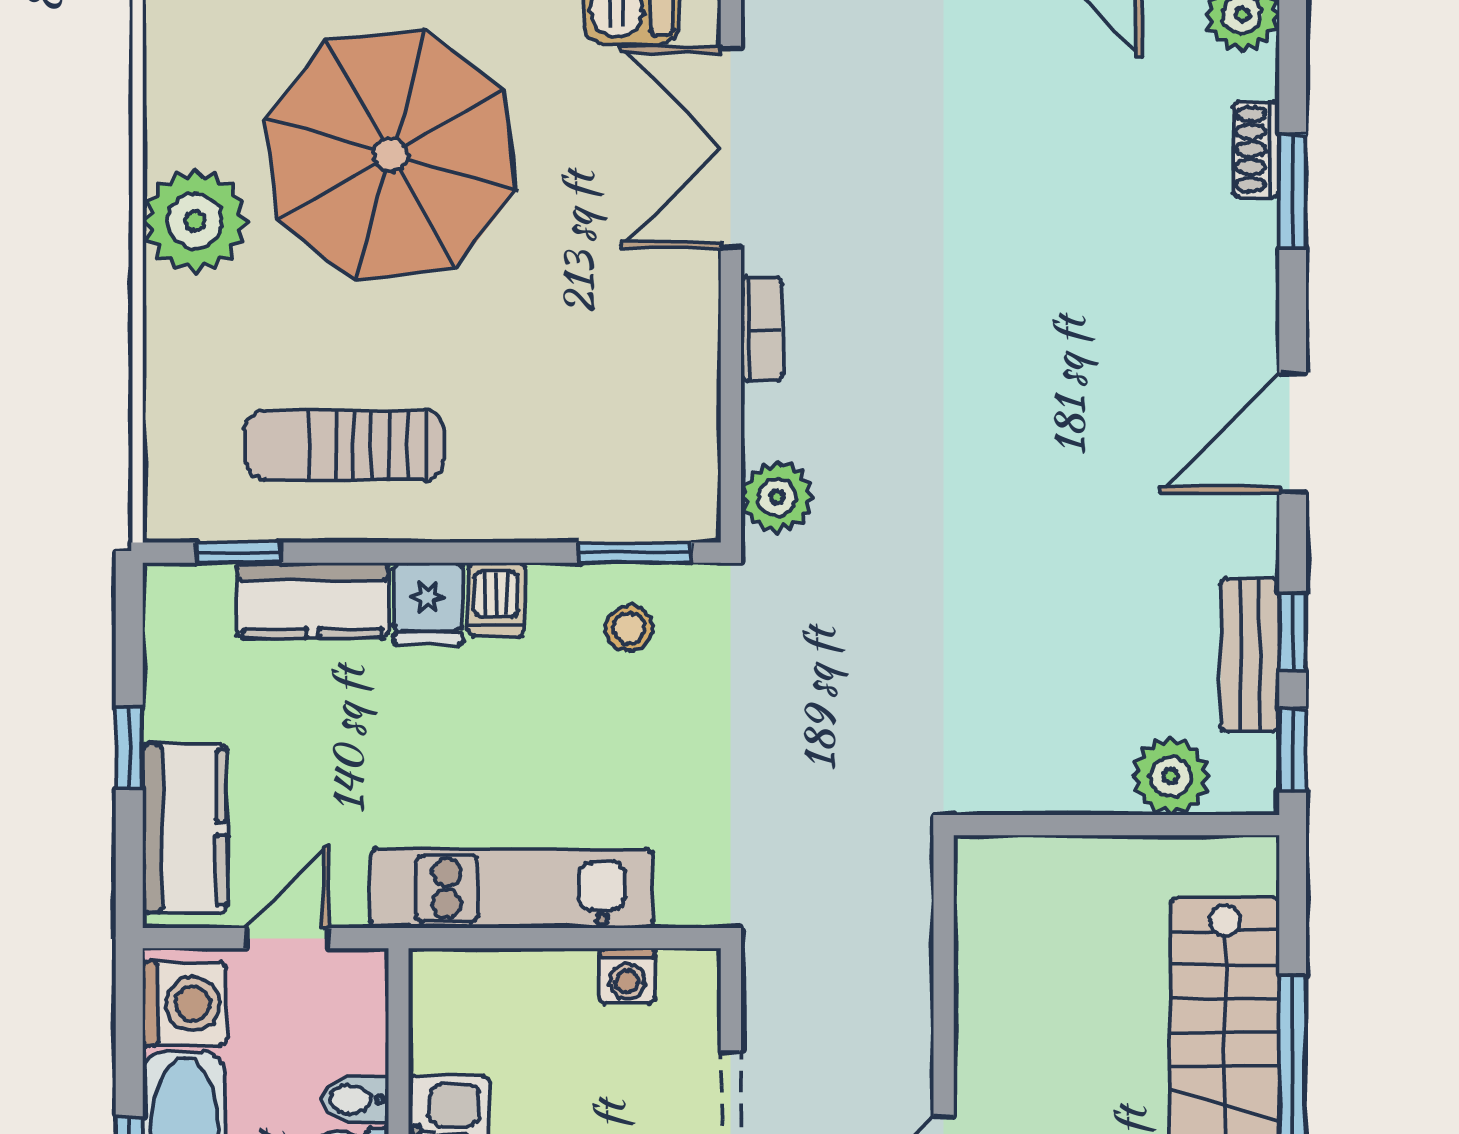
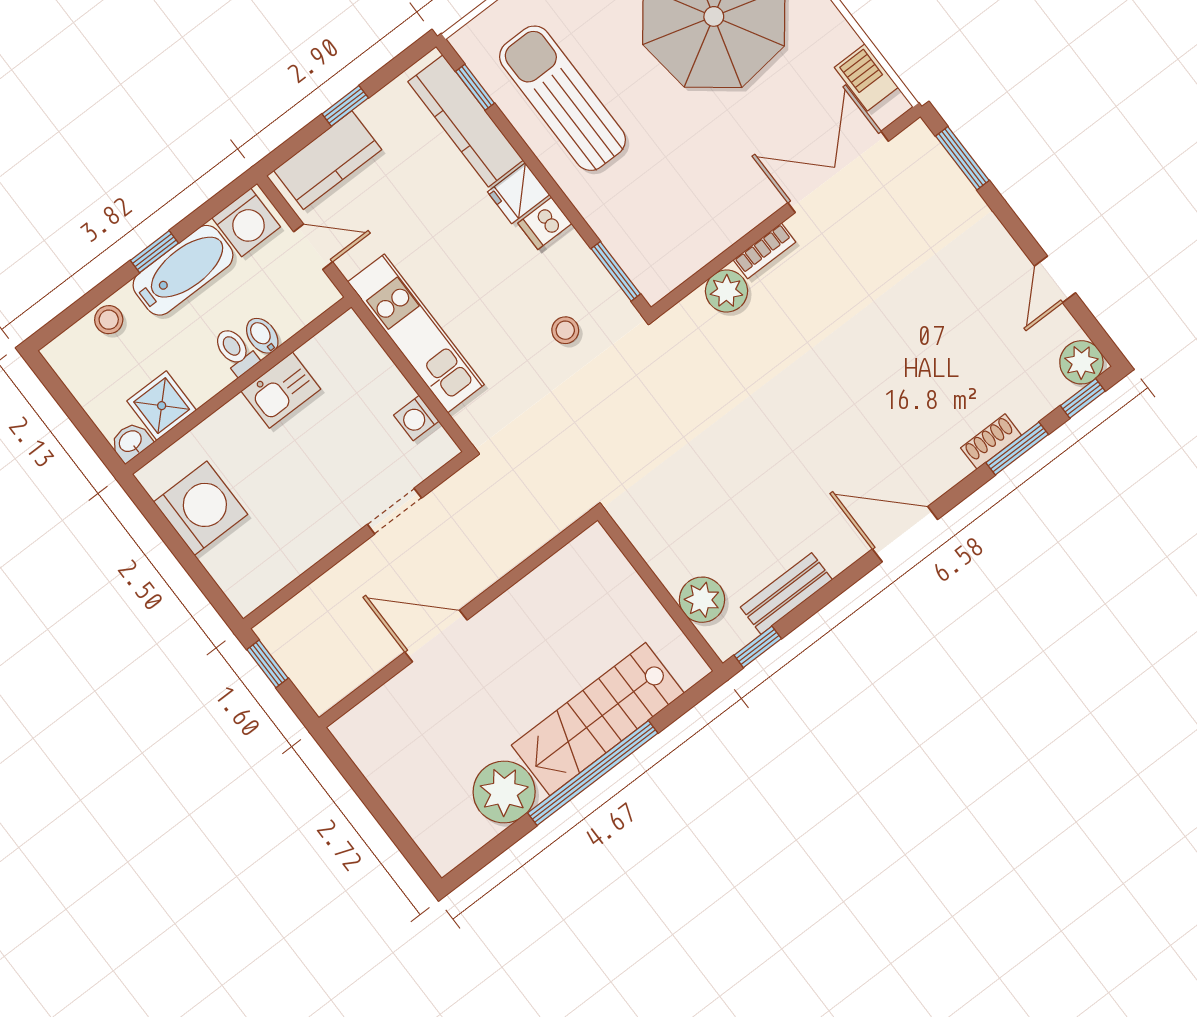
shoe rack: (1256, 149) -> (991, 442), moved
sun lounger: (345, 445) -> (562, 98), width x1.36, depth x1.34
plant: (777, 497) -> (727, 291), moved
kitchen counter: (313, 600) -> (466, 121), width x1.50
stool: (629, 628) -> (565, 330), moved
window: (1293, 631) -> (1083, 398), moved

